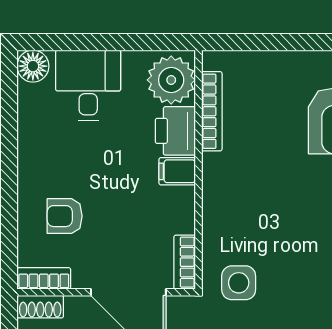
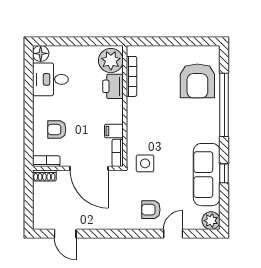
desk: (88, 85) -> (50, 79), moved, turned -90
filing cabinet: (177, 171) -> (114, 131), moved

